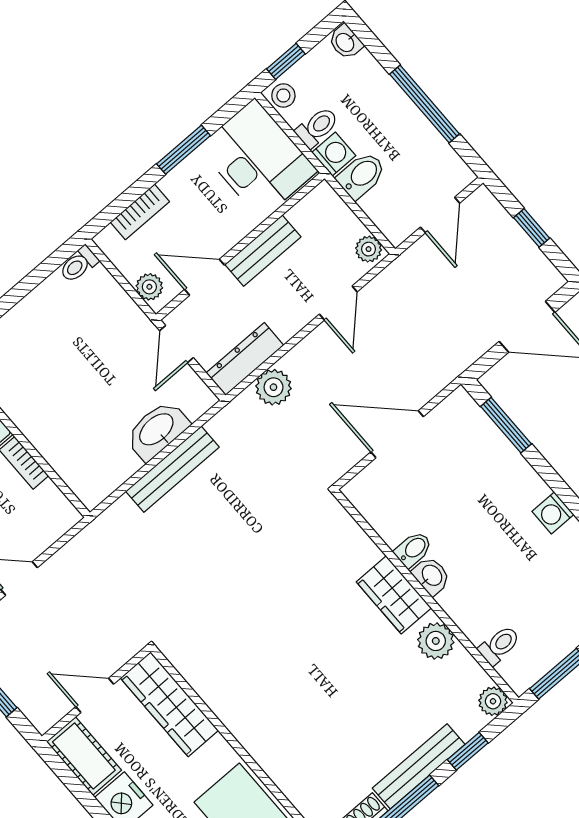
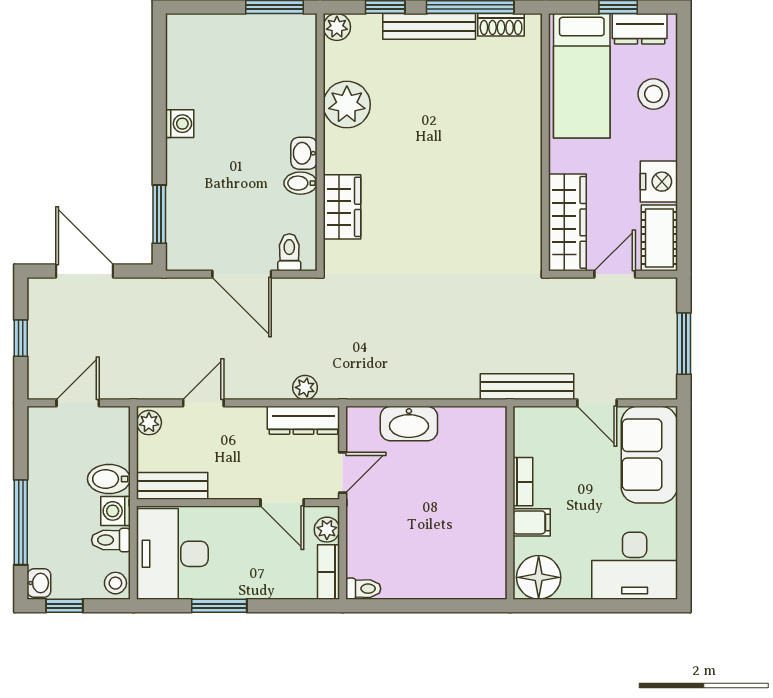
window: (286, 61) -> (64, 606), moved
window: (425, 104) -> (21, 522), moved
bookcase: (140, 212) -> (329, 572), moved, turned -90
bench: (263, 251) -> (172, 486), moved
plant: (273, 387) -> (305, 387), width x0.73, depth x0.73
bench: (172, 469) -> (527, 387), moved
wardrobe: (394, 595) -> (342, 207), moved
plant: (436, 641) -> (347, 105), width x1.36, depth x1.36
toilet: (499, 645) -> (289, 252), moved, turned 90
door: (95, 695) -> (615, 274), swing flipped

